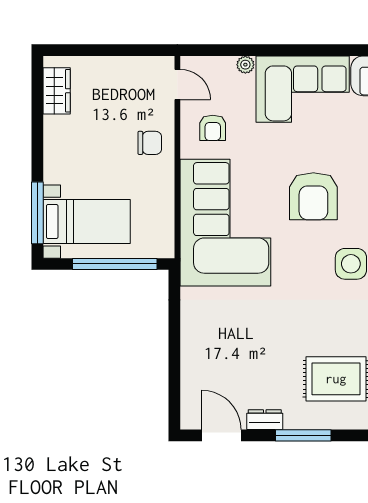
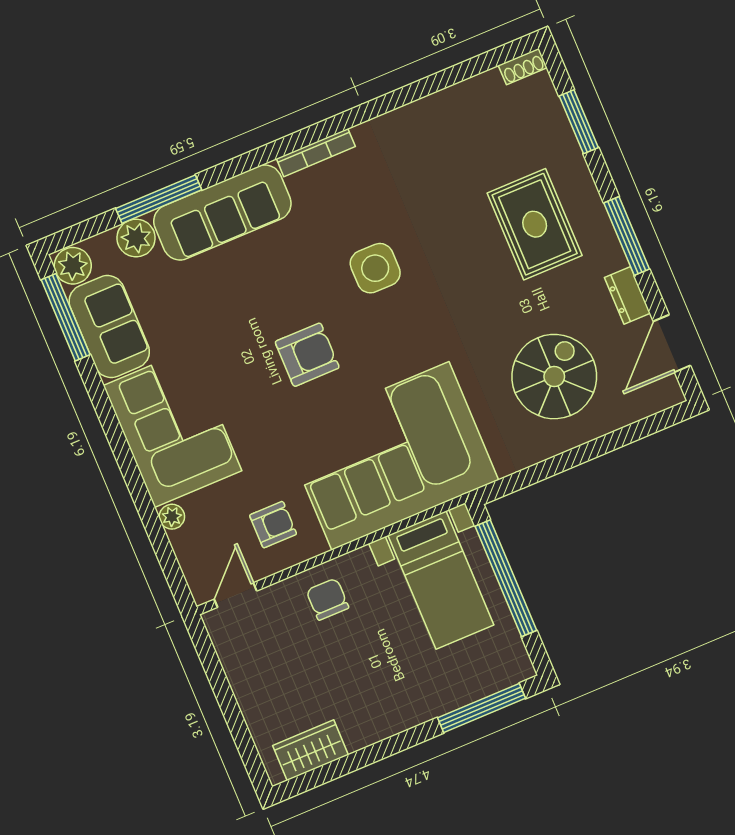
armchair: (313, 196) -> (307, 355), width x0.73, depth x0.73
bed with nightstands: (87, 222) -> (441, 580), moved, turned 180
spiral stairs: (232, 350) -> (554, 377), added

